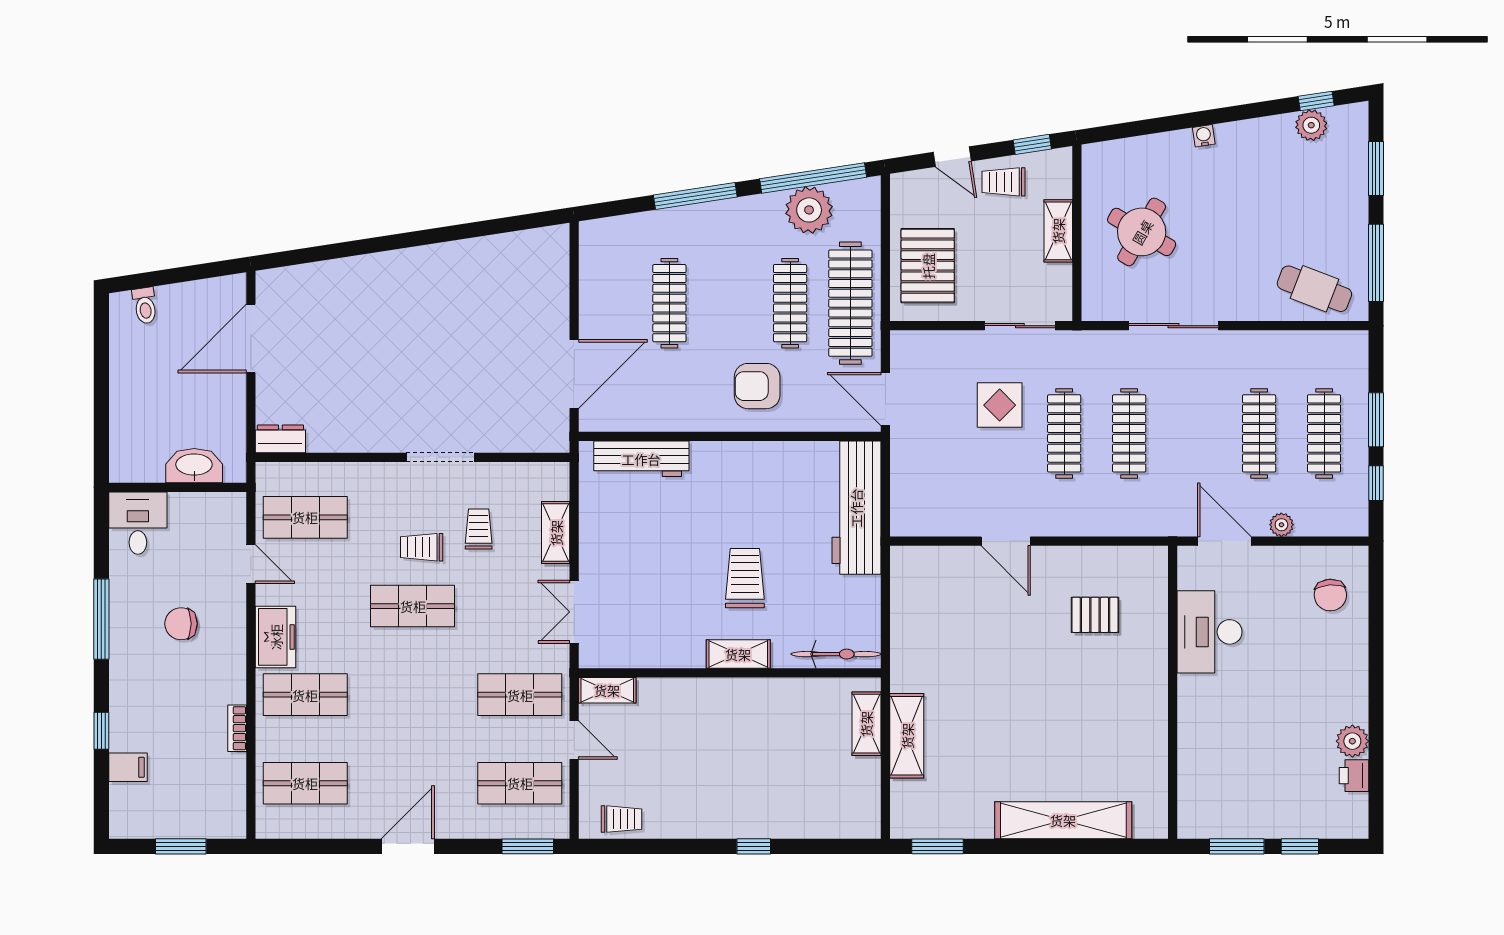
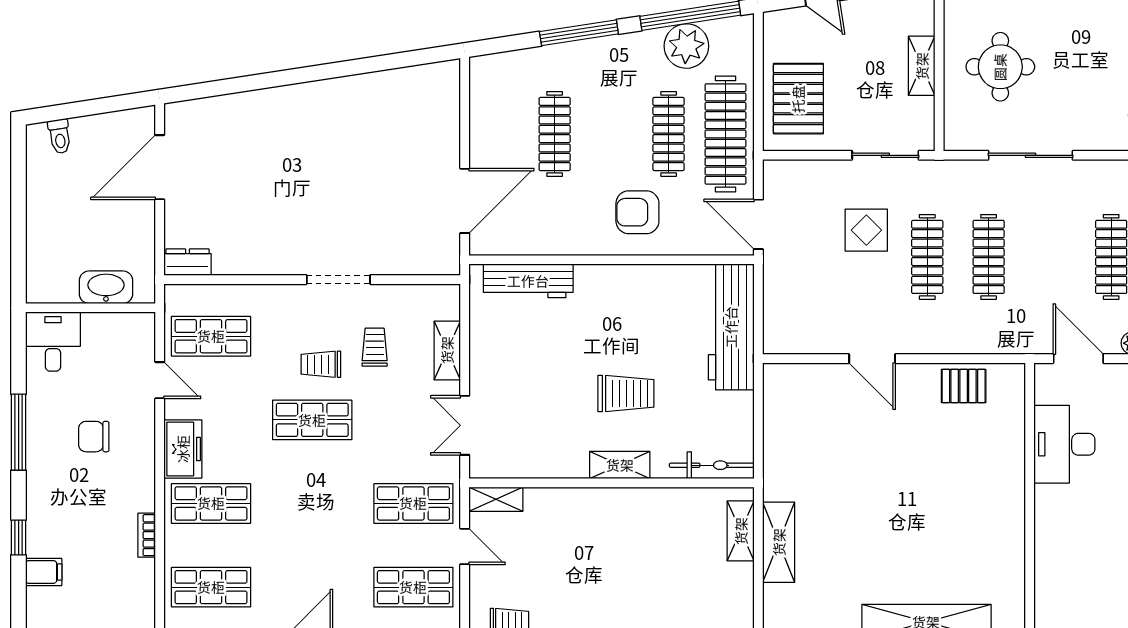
trolley: (1004, 182) -> (870, 20), removed
round table: (1142, 232) -> (1000, 67), turned -30
trolley: (745, 578) -> (626, 393), turned 90
pallet: (1095, 615) -> (964, 386), moved

